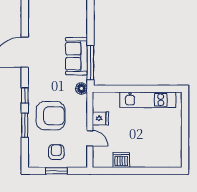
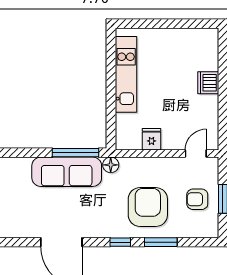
sofa: (76, 56) -> (67, 172), width x1.36
door: (90, 138) -> (196, 154), moved
dishwasher: (121, 160) -> (208, 83), moved

